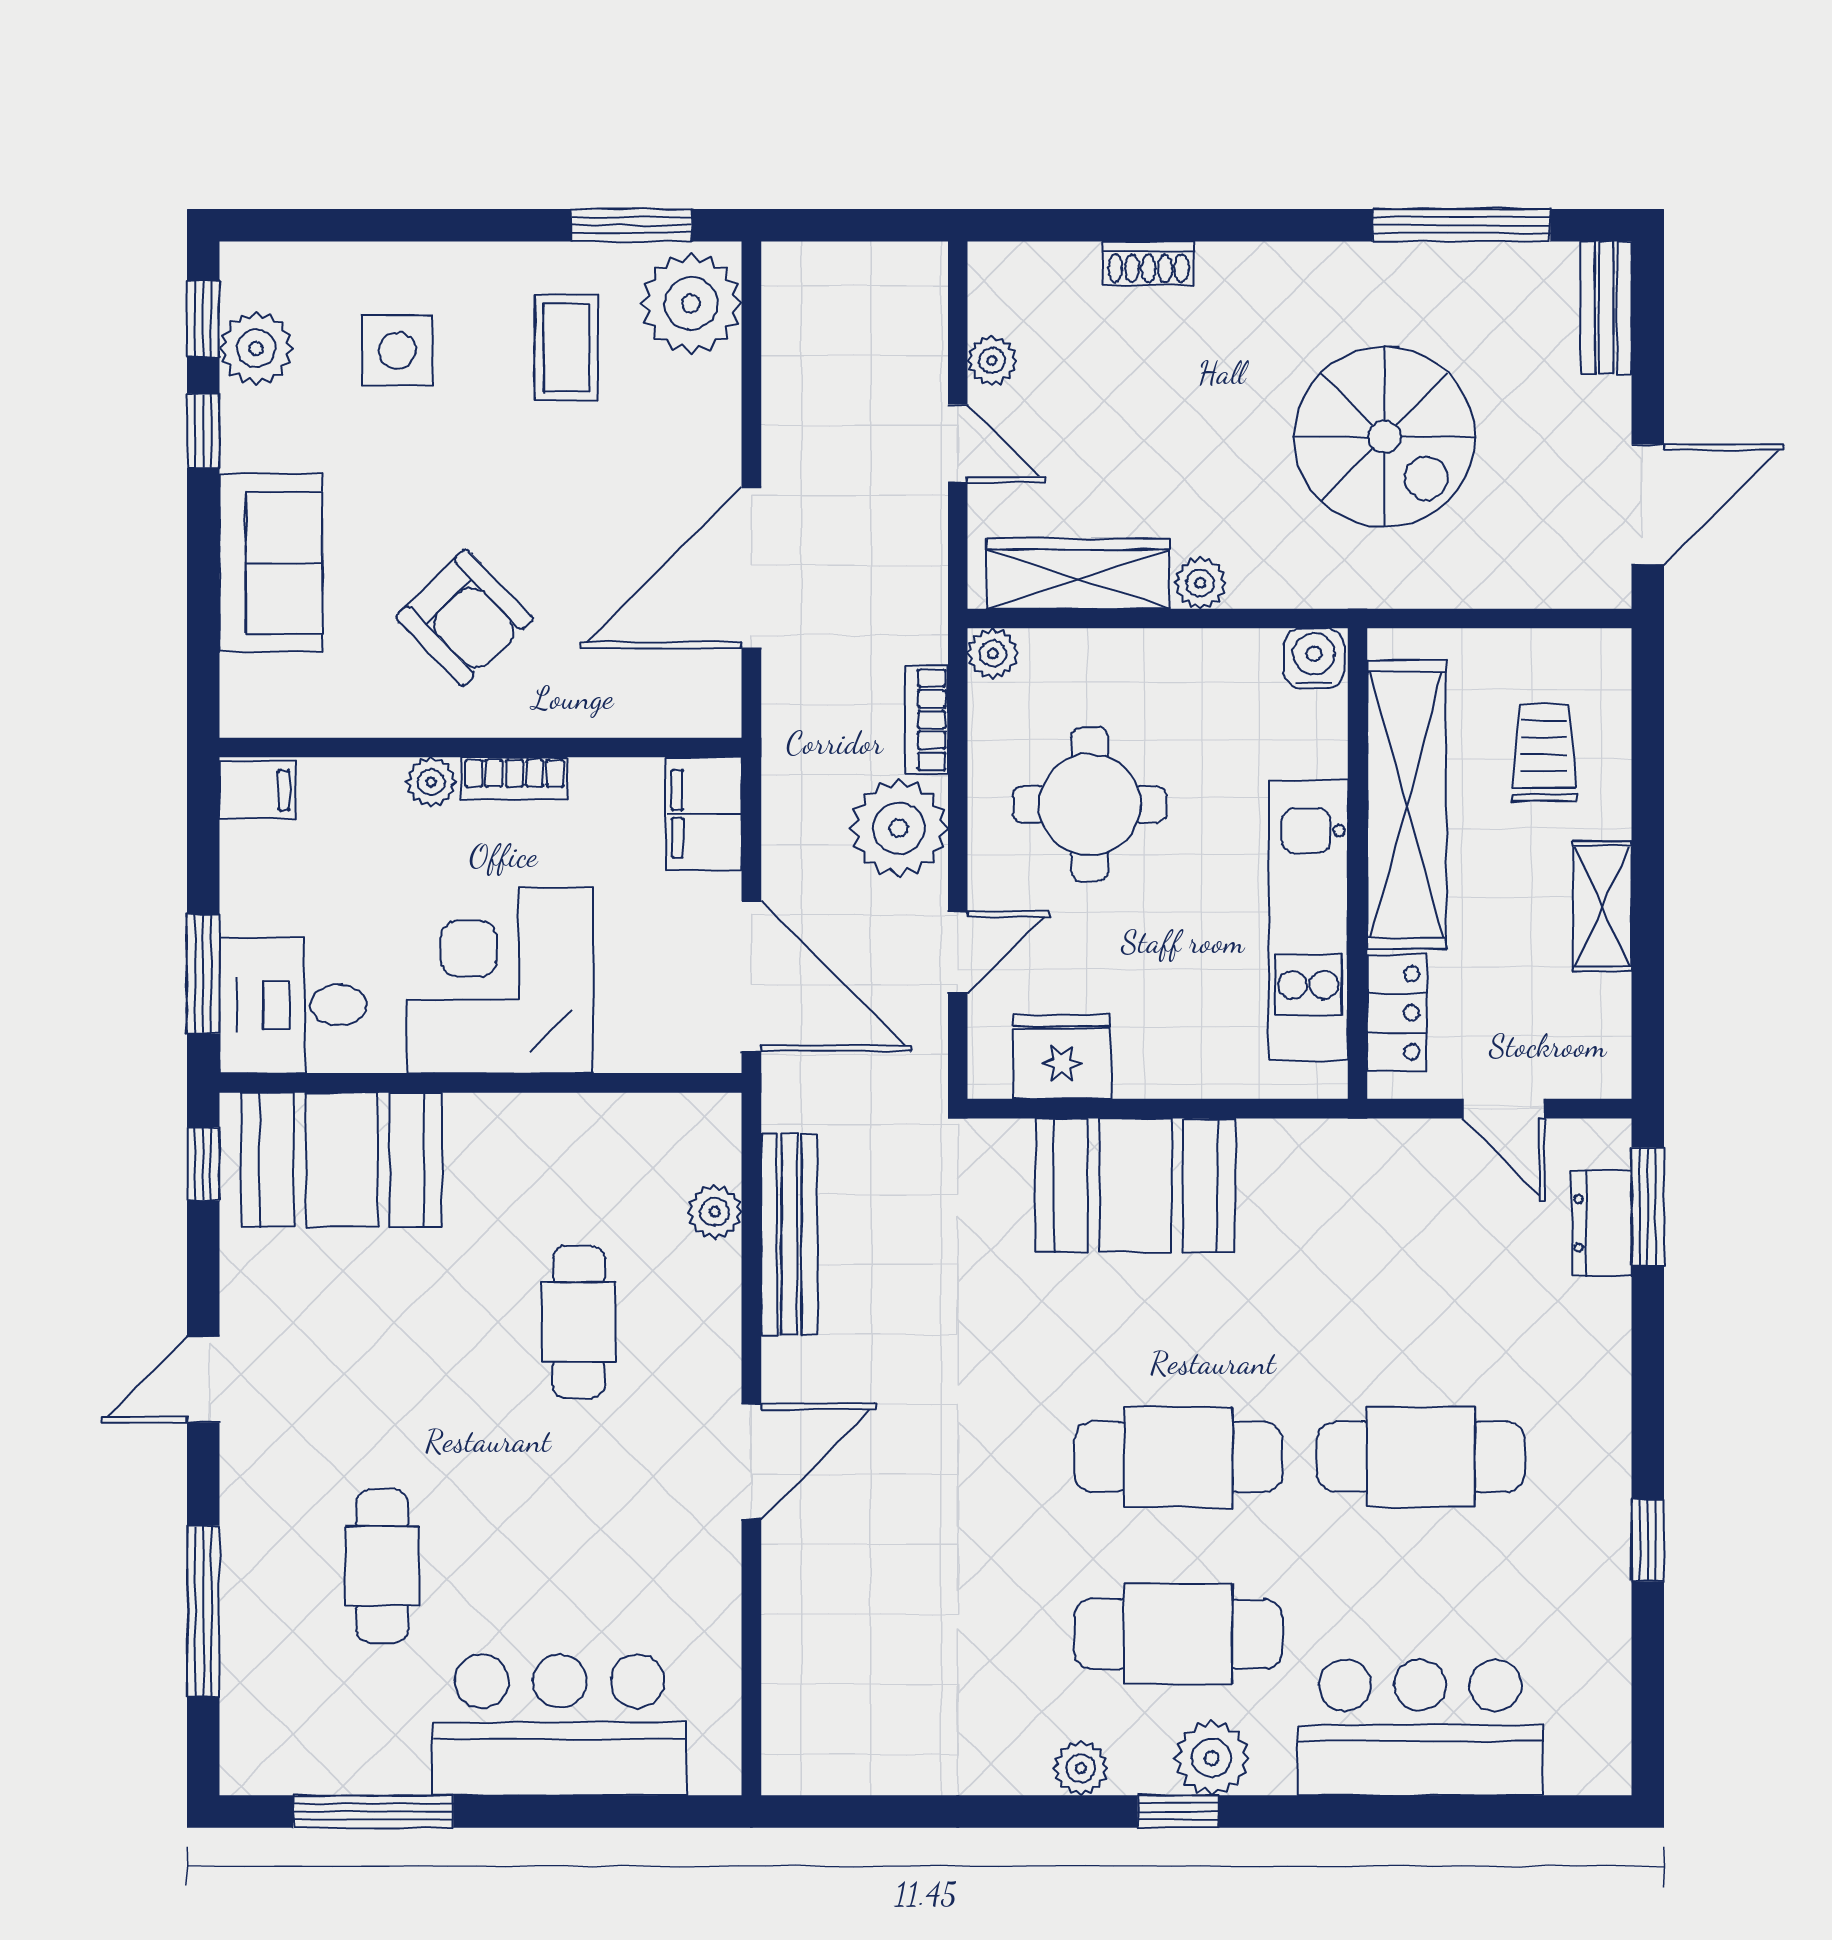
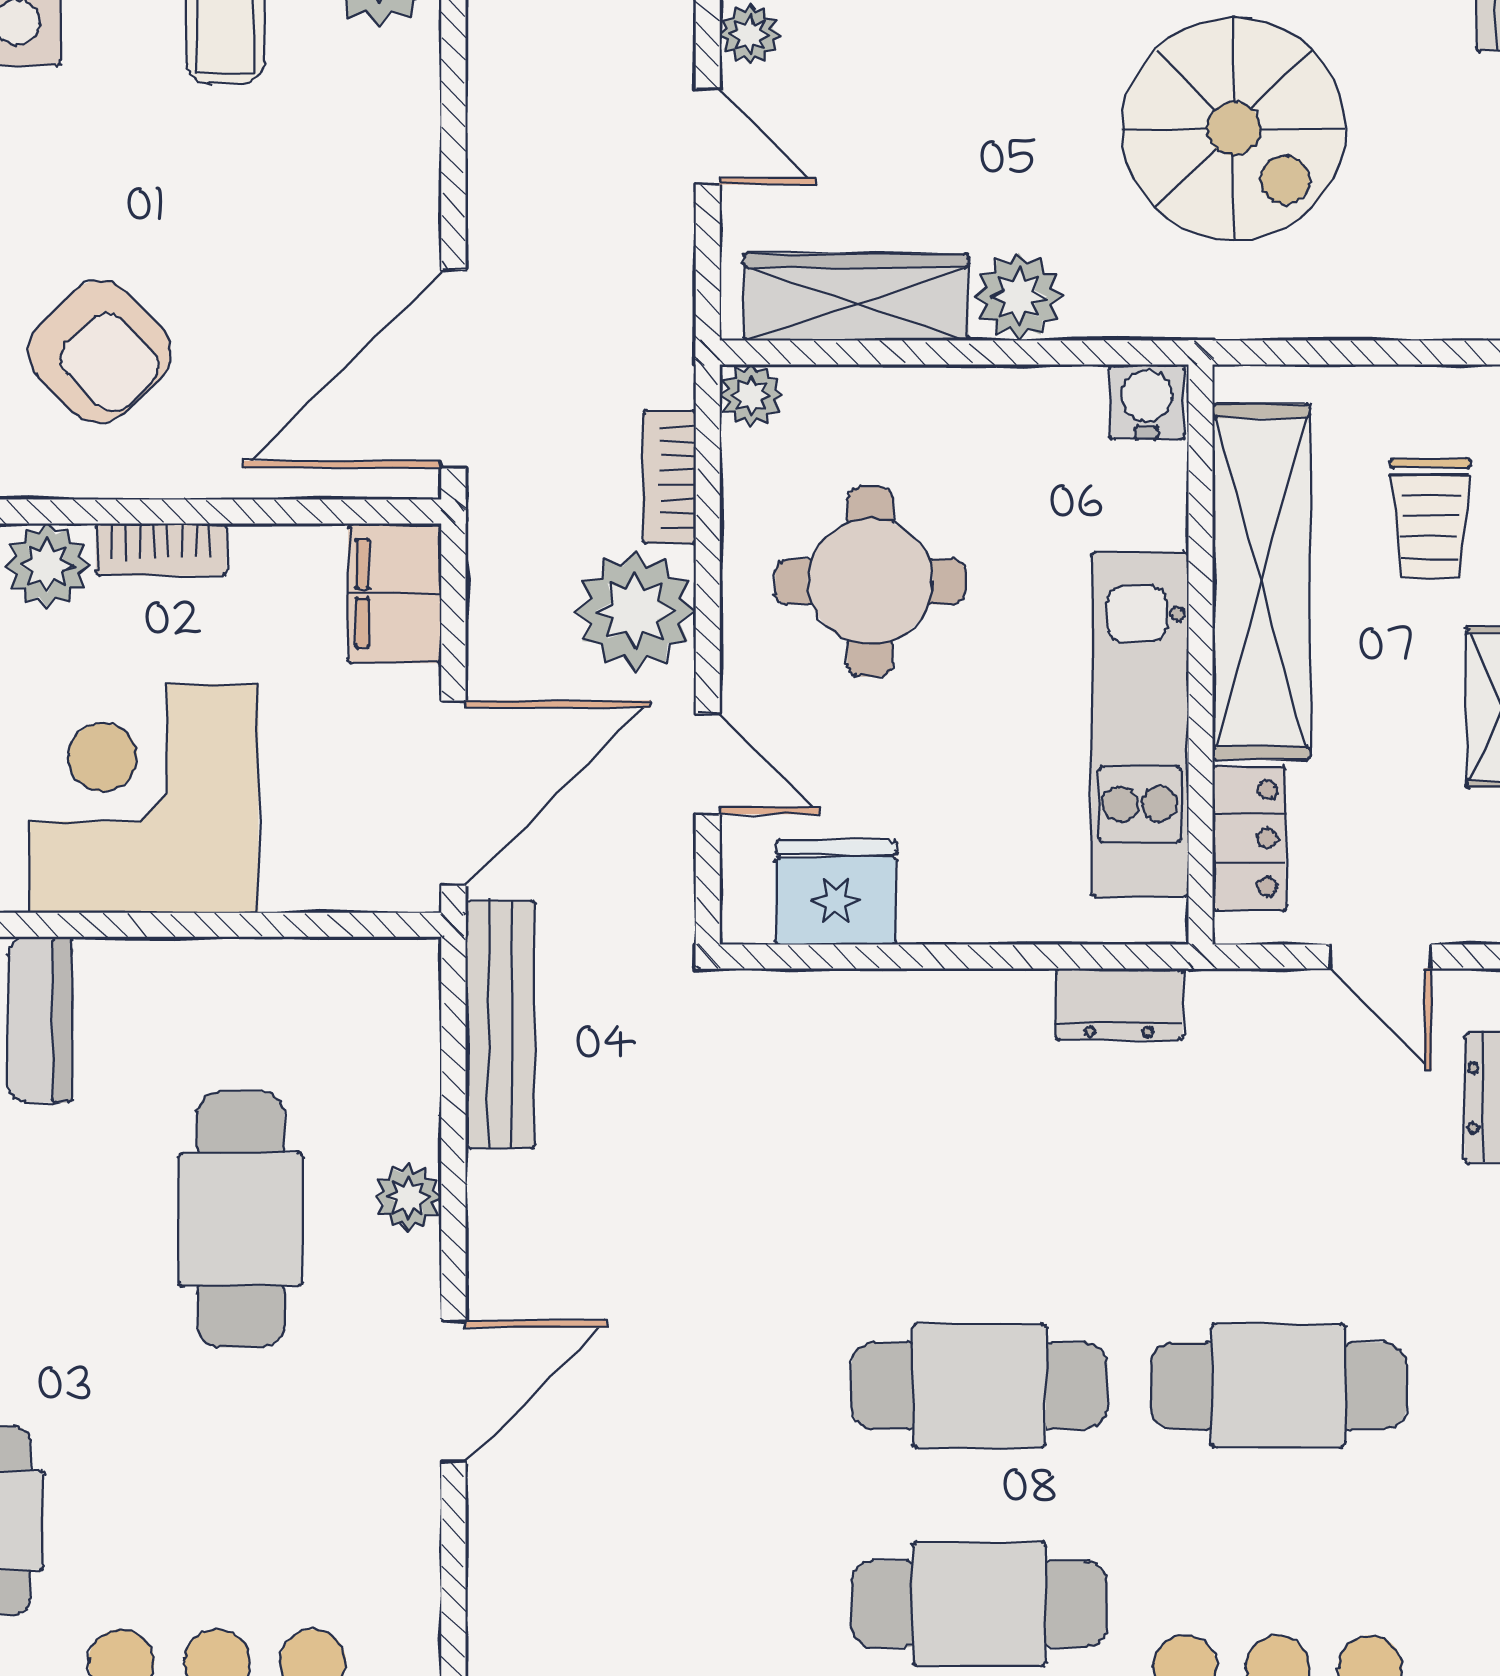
door: (751, 568) -> (453, 369), moved
plant: (1200, 583) -> (1019, 297), width x1.38, depth x1.38
trolley: (1544, 753) -> (1430, 518), turned 180
plant: (431, 782) -> (47, 566), width x1.38, depth x1.38
door: (958, 952) -> (708, 764), hinge flipped
door: (751, 976) -> (453, 793), hinge flipped
dresser: (1292, 1147) -> (1119, 1004), added
booth: (1135, 1185) -> (927, 1051), removed
plant: (715, 1212) -> (408, 1197), moved
bench: (789, 1234) -> (500, 1024), moved
cafe table: (579, 1322) -> (241, 1219), width x1.37, depth x1.35

